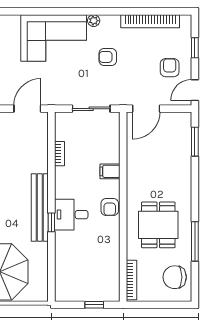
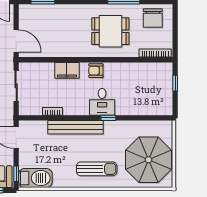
filing cabinet: (110, 171) -> (67, 70), width x2.00
bench: (40, 207) -> (76, 127), moved
armchair: (110, 207) -> (96, 71), turned 180

